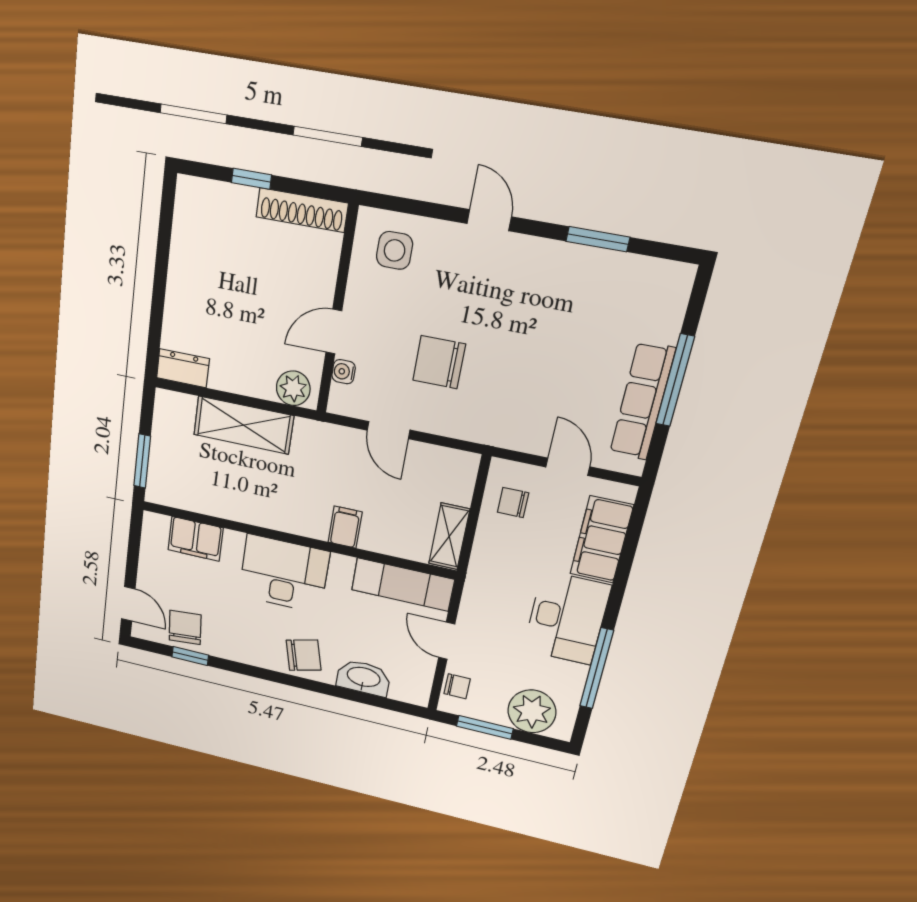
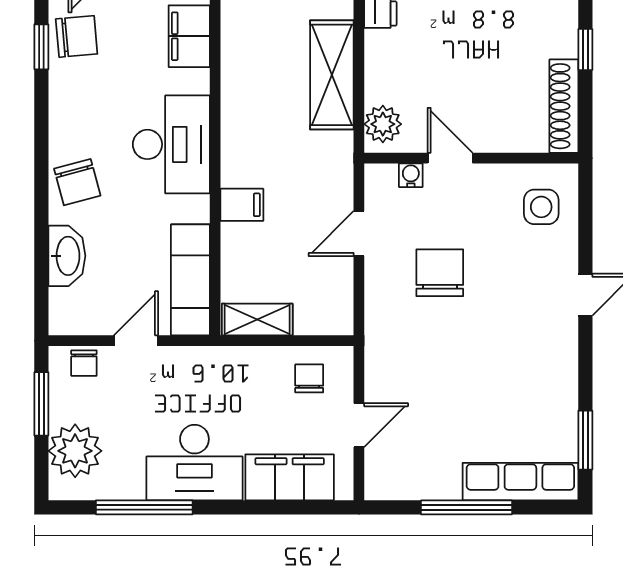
window: (598, 239) -> (585, 440), moved
row of seats: (642, 401) -> (520, 482), moved

